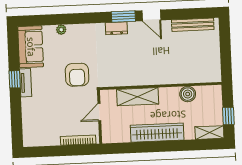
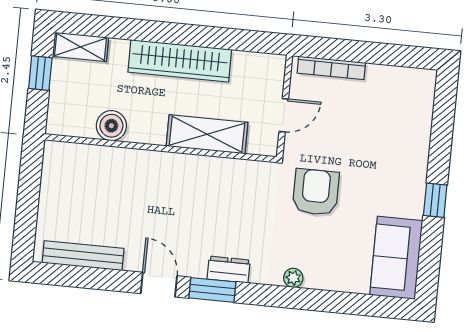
plant: (61, 30) -> (293, 278), moved
tv unit: (26, 83) -> (415, 191), removed

